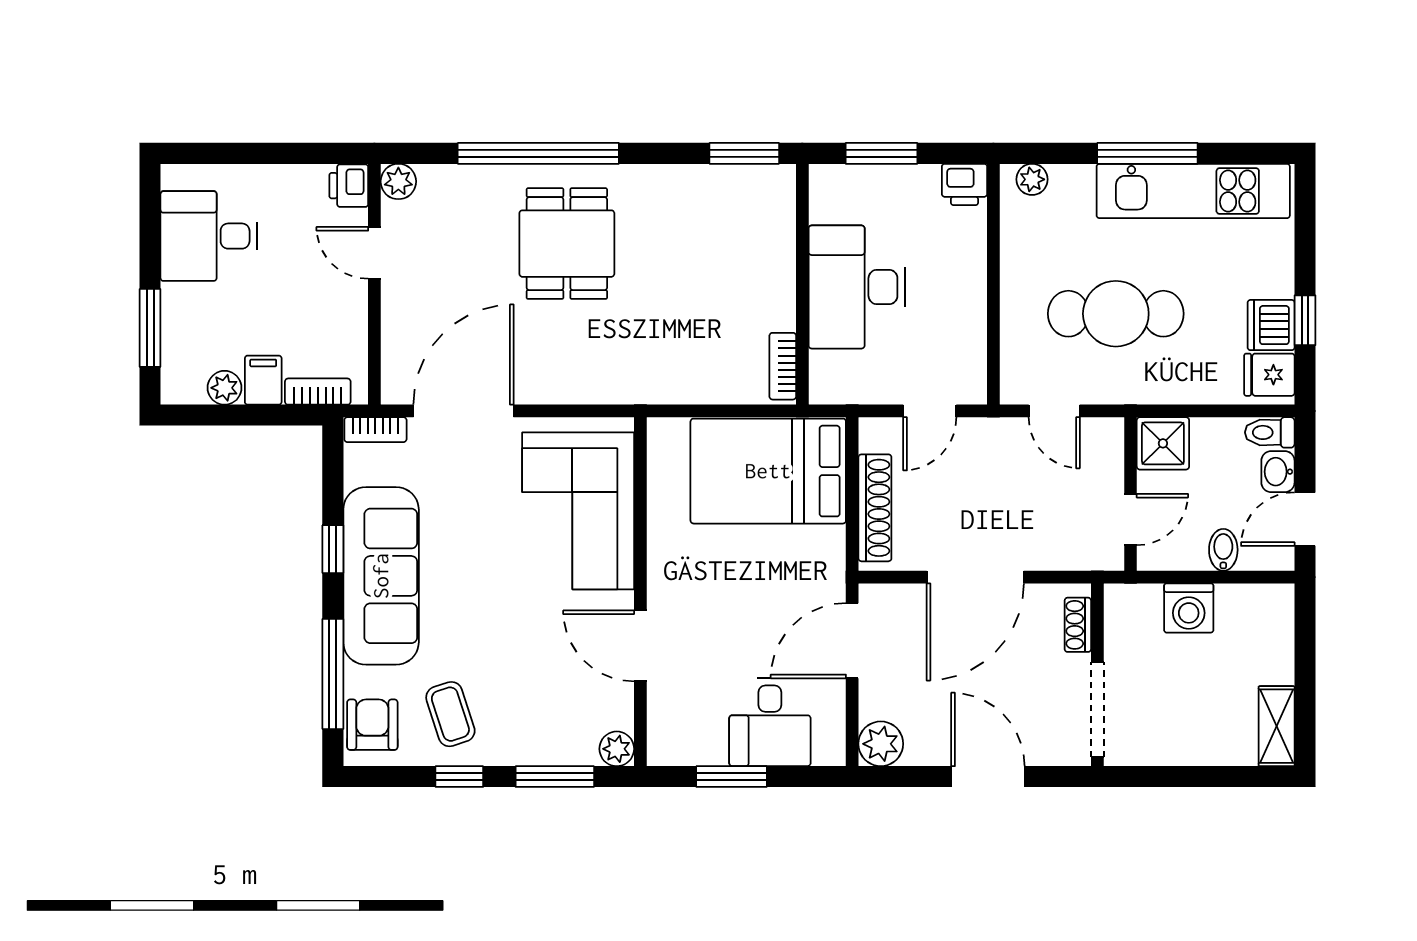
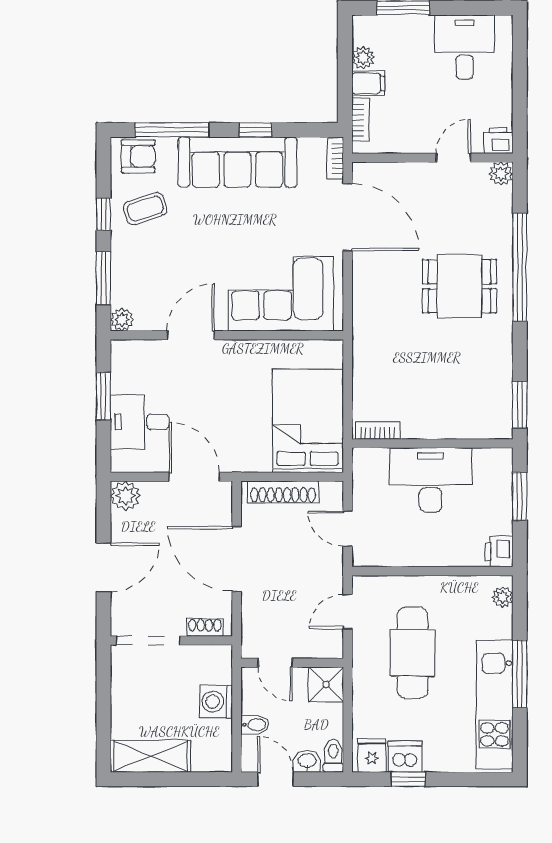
shelving: (1277, 726) -> (150, 756), width x1.50, depth x1.33

